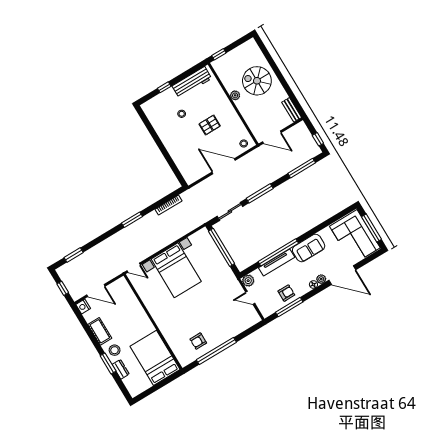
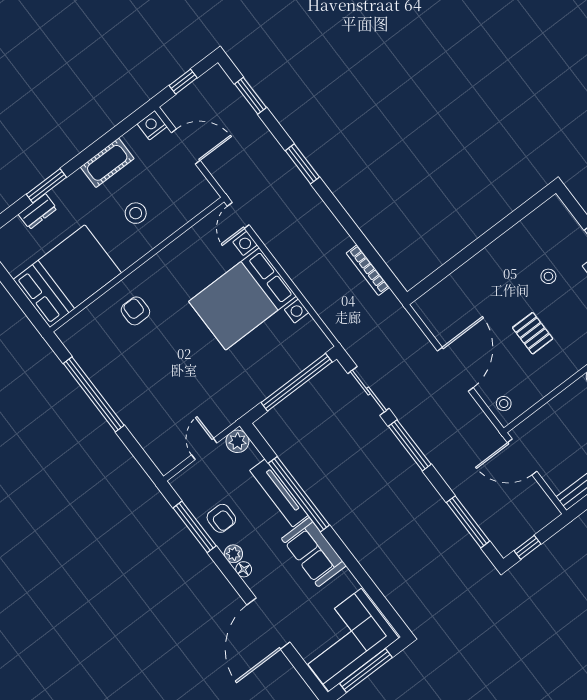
door: (272, 137) -> (522, 457), hinge flipped
window: (132, 220) -> (302, 164), moved
plant: (321, 279) -> (233, 554), moved
door: (96, 291) -> (186, 147), swing flipped
armchair: (198, 341) -> (135, 311), moved
stool: (115, 350) -> (136, 213), moved

